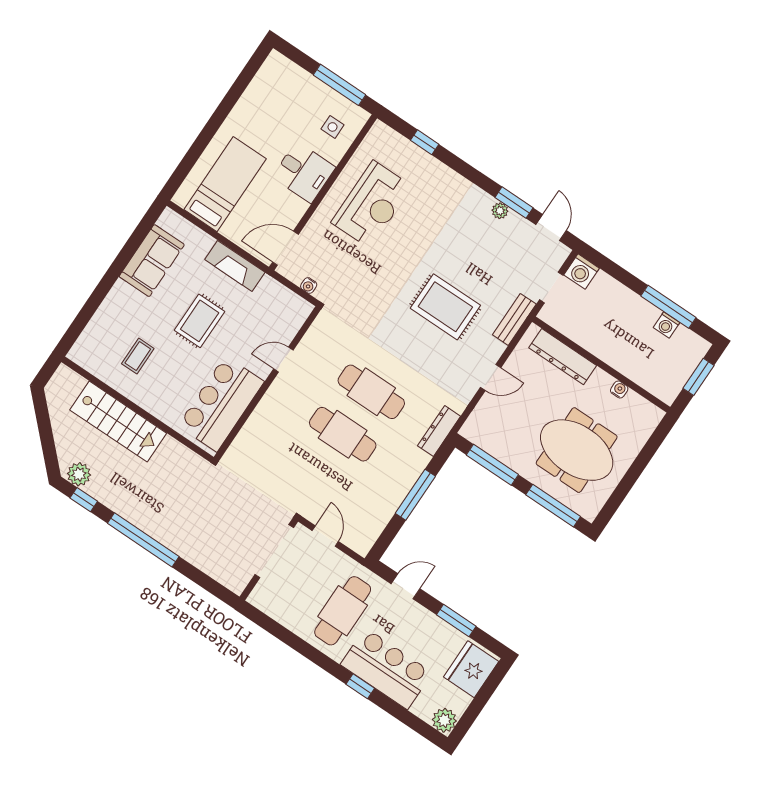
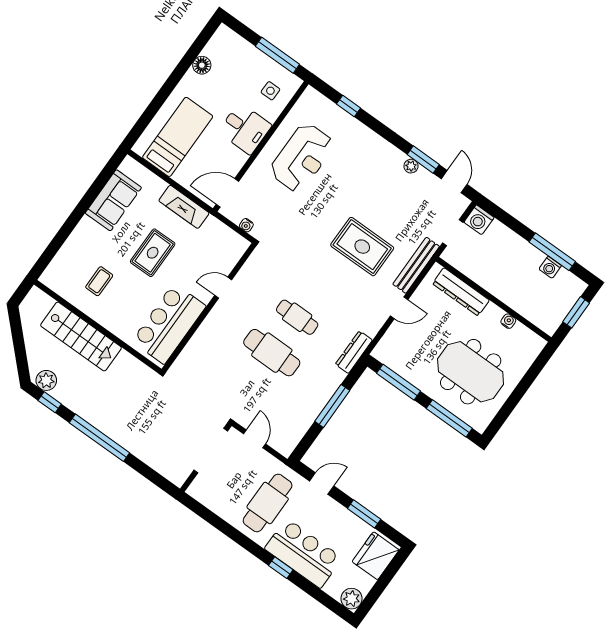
floor lamp: (251, 99) -> (202, 65), added
bench: (514, 319) -> (416, 265), width x1.36
cafe table: (371, 392) -> (297, 317), width x0.73, depth x0.74

